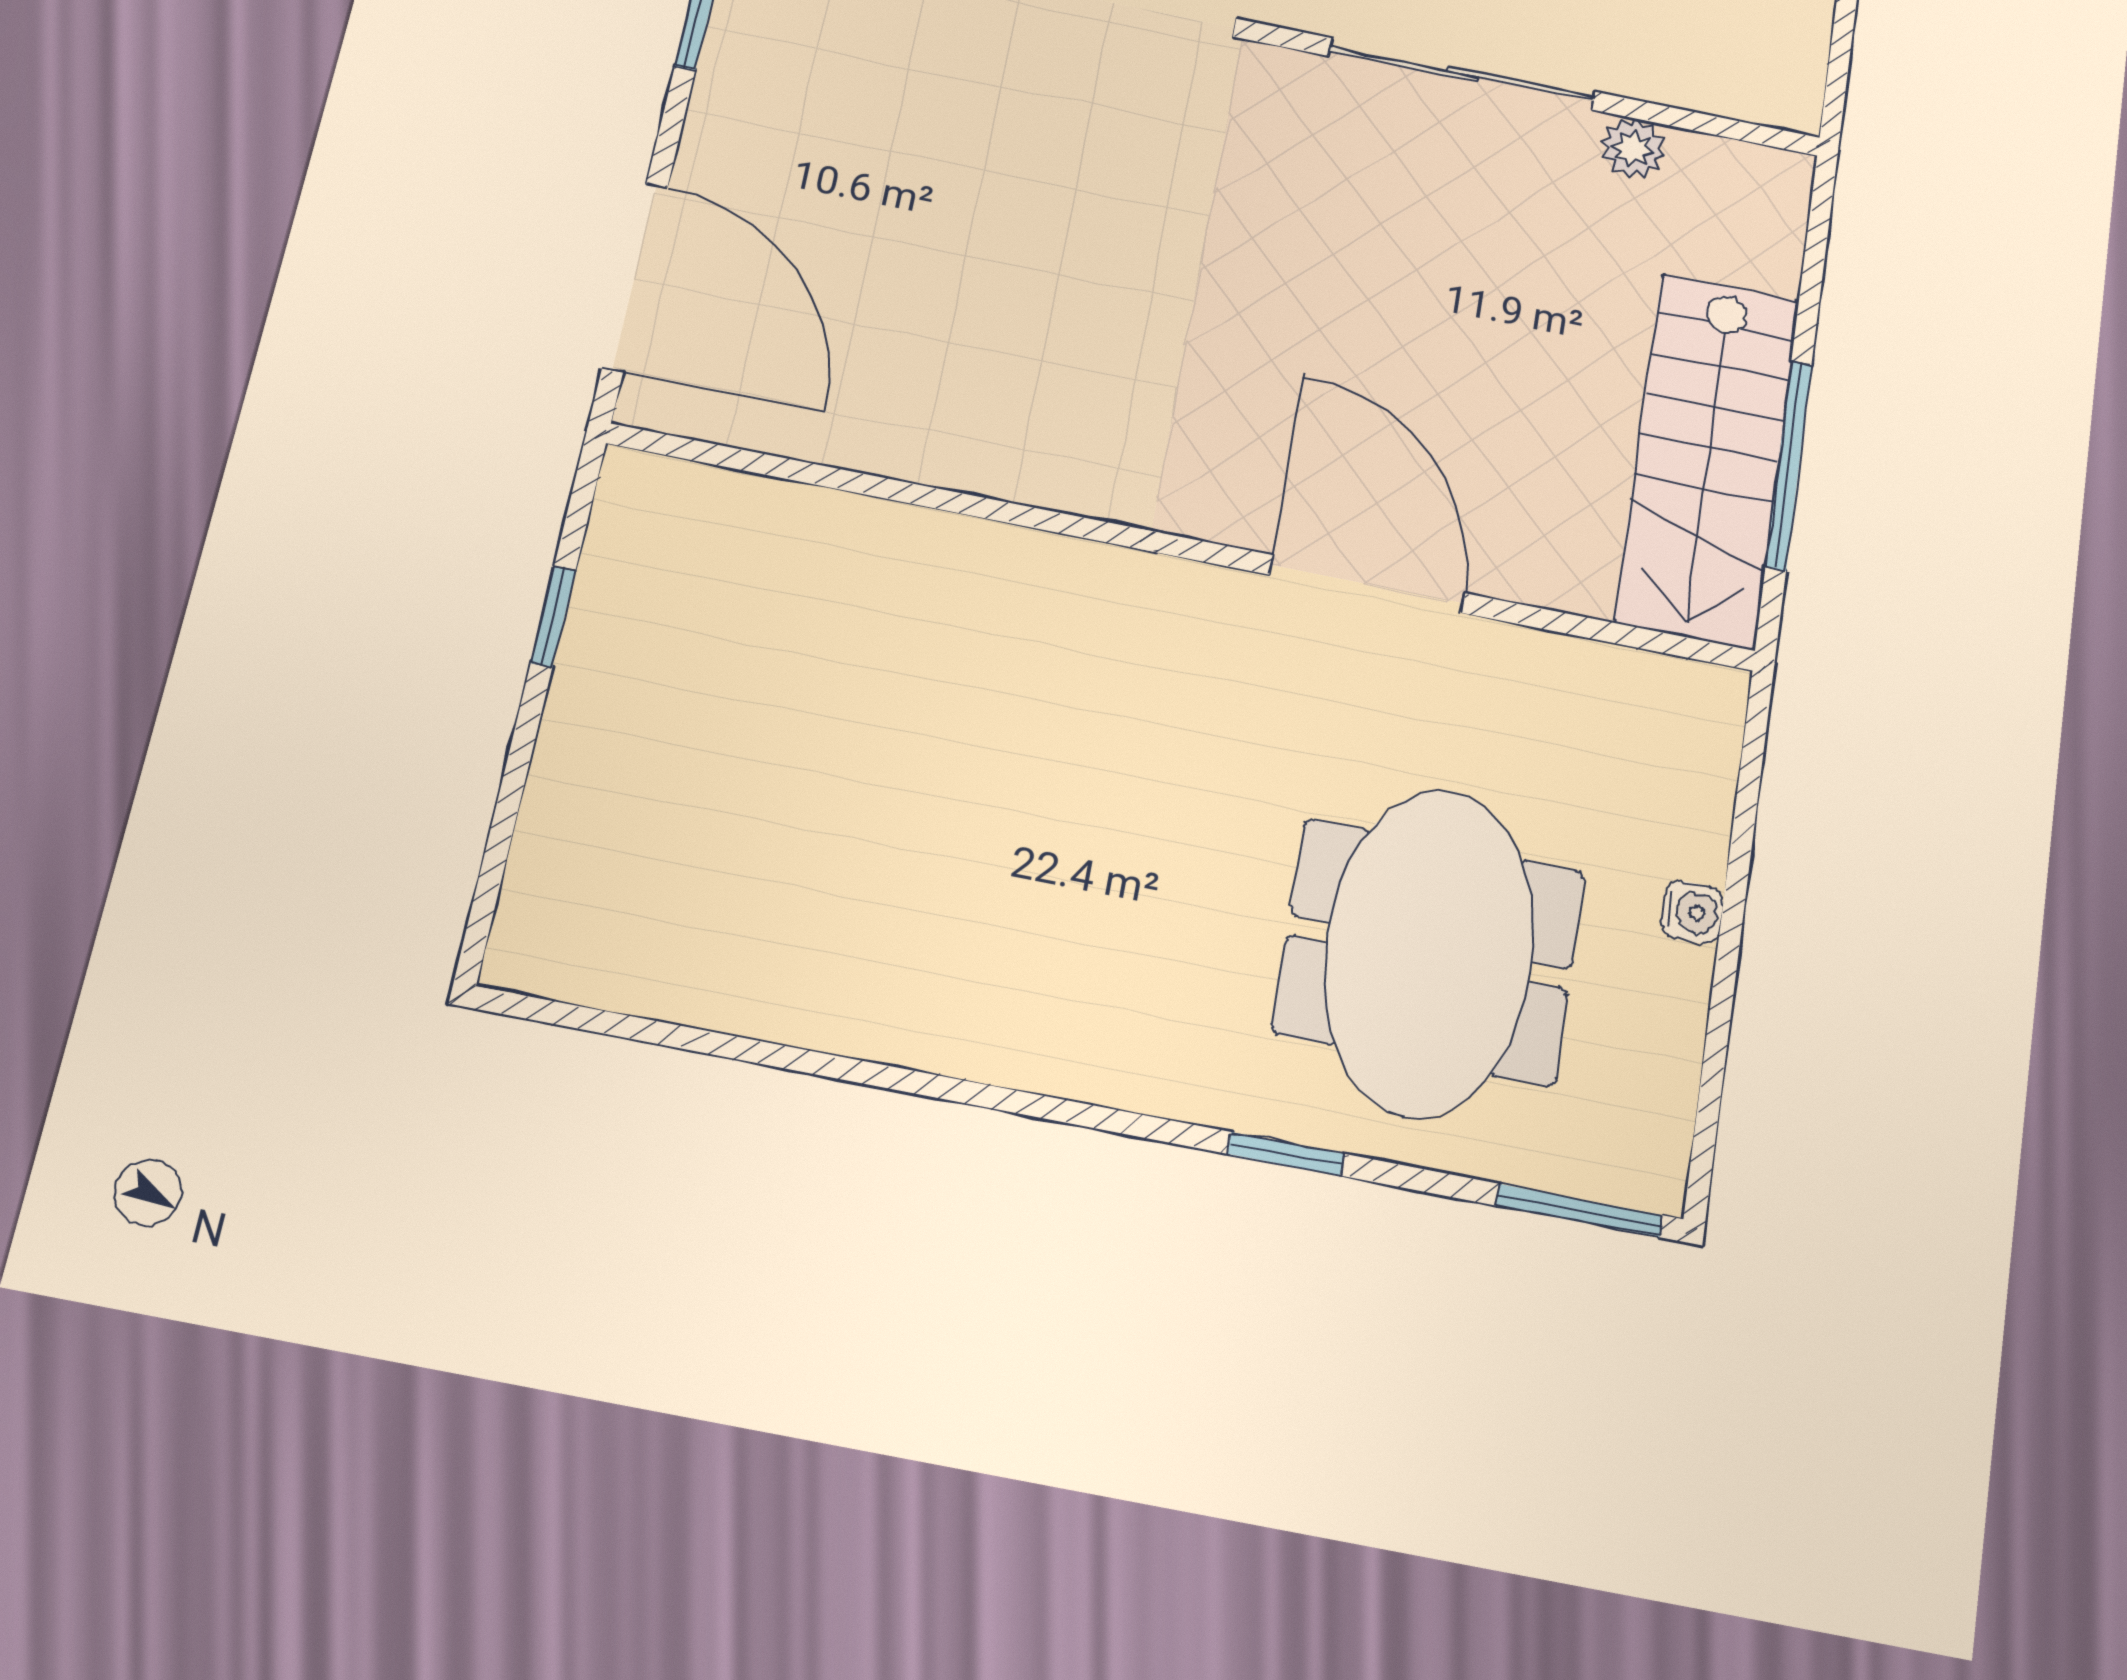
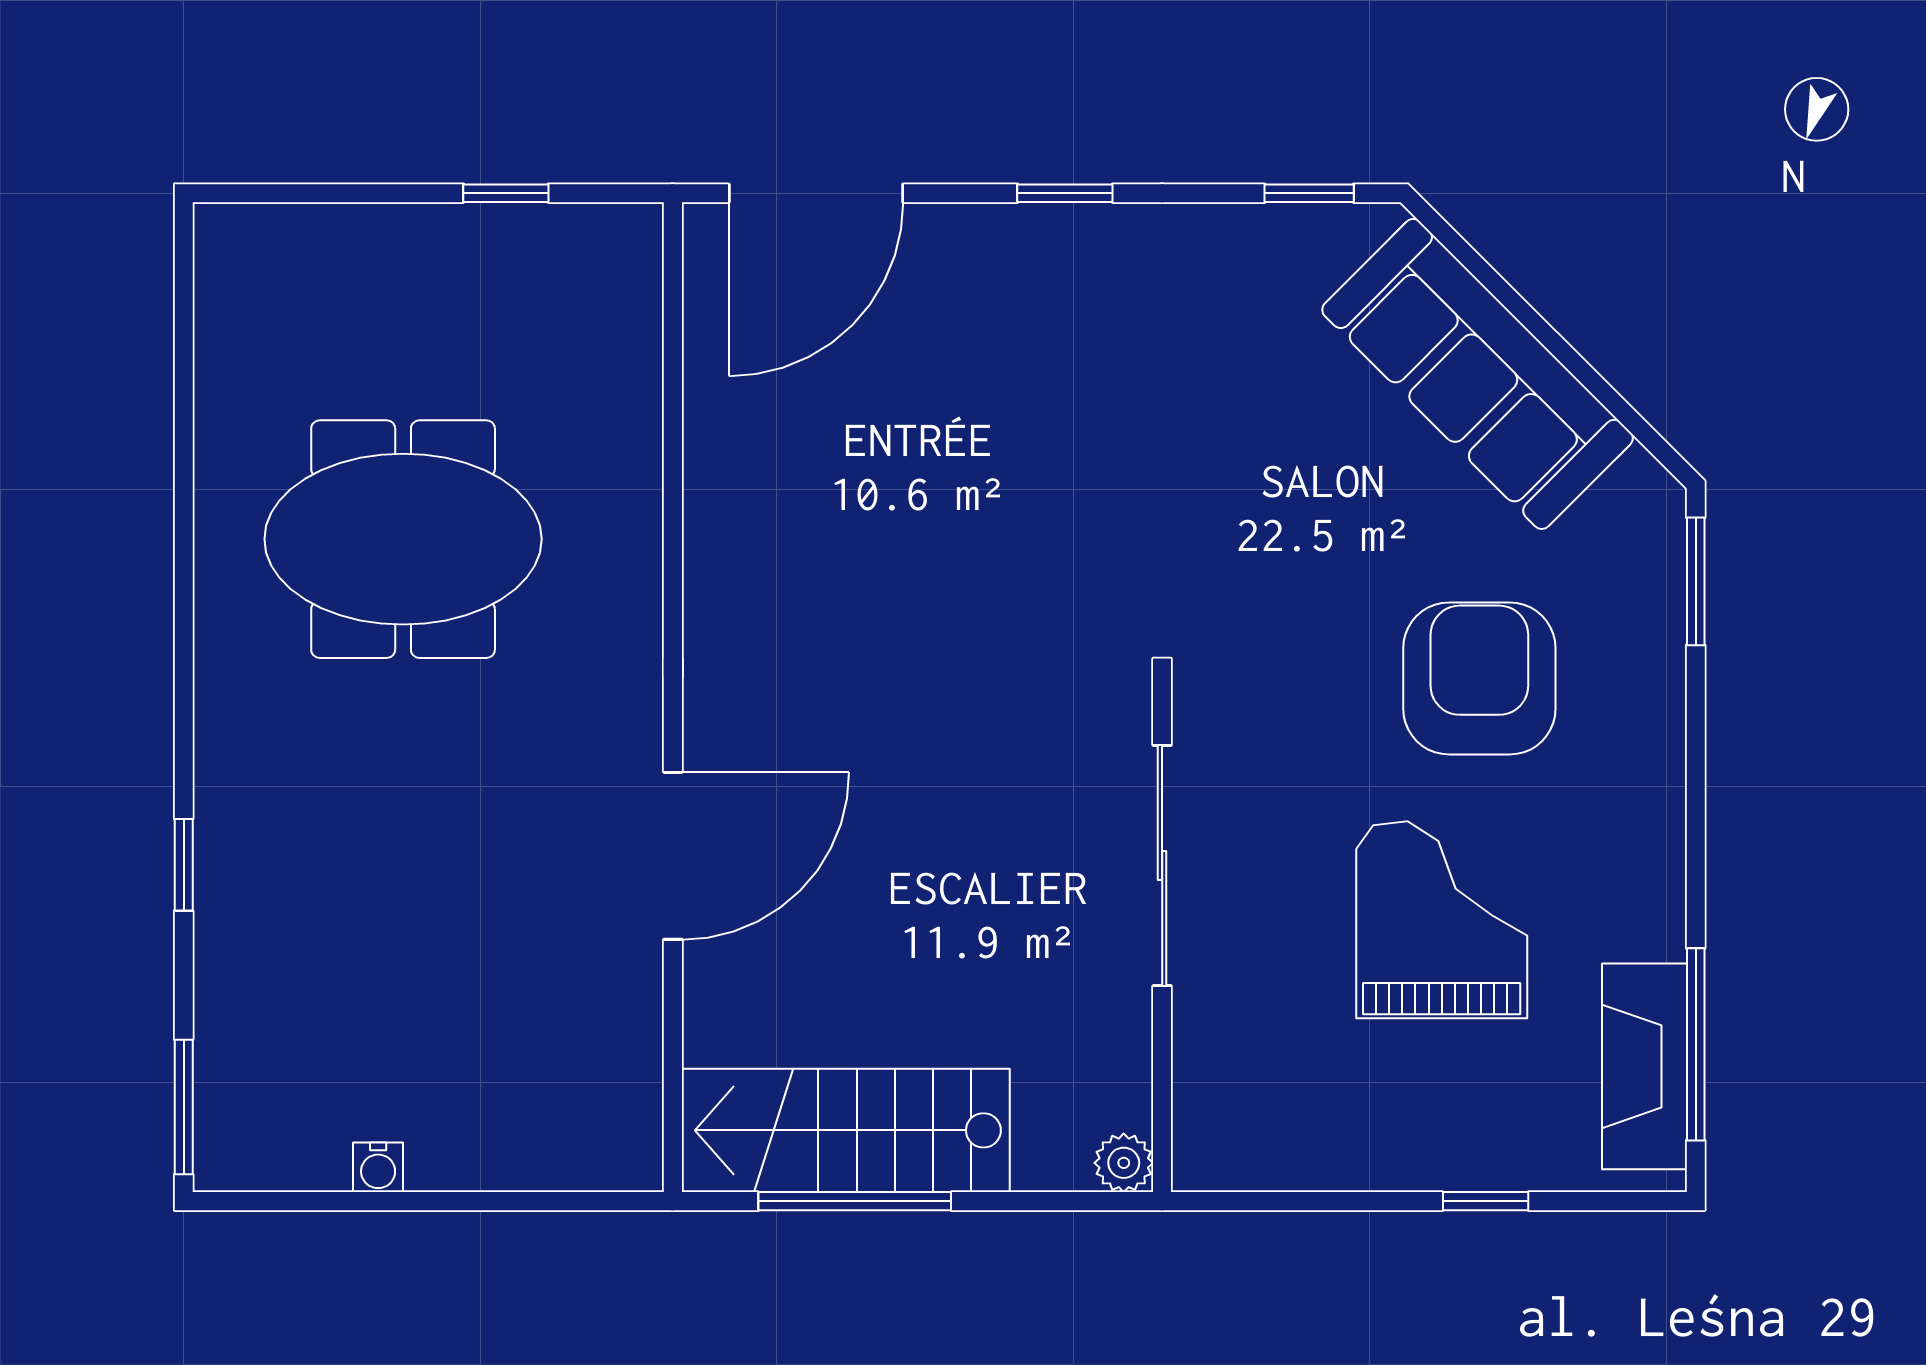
plant: (1633, 148) -> (1124, 1163), moved
water cooler: (1692, 912) -> (378, 1167), moved
meeting table: (1429, 952) -> (403, 539), moved

